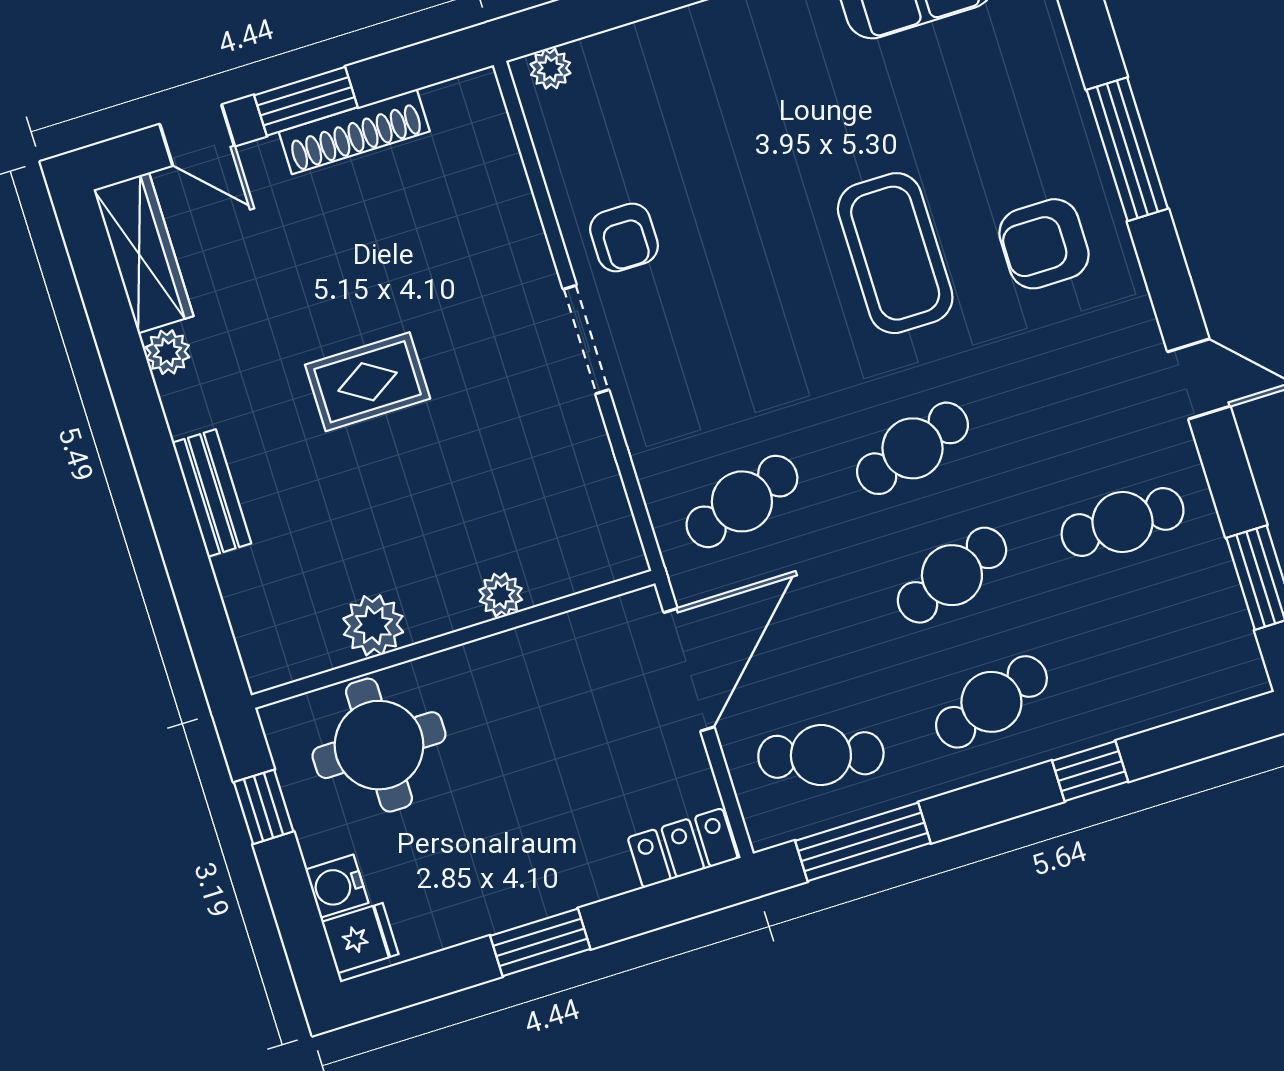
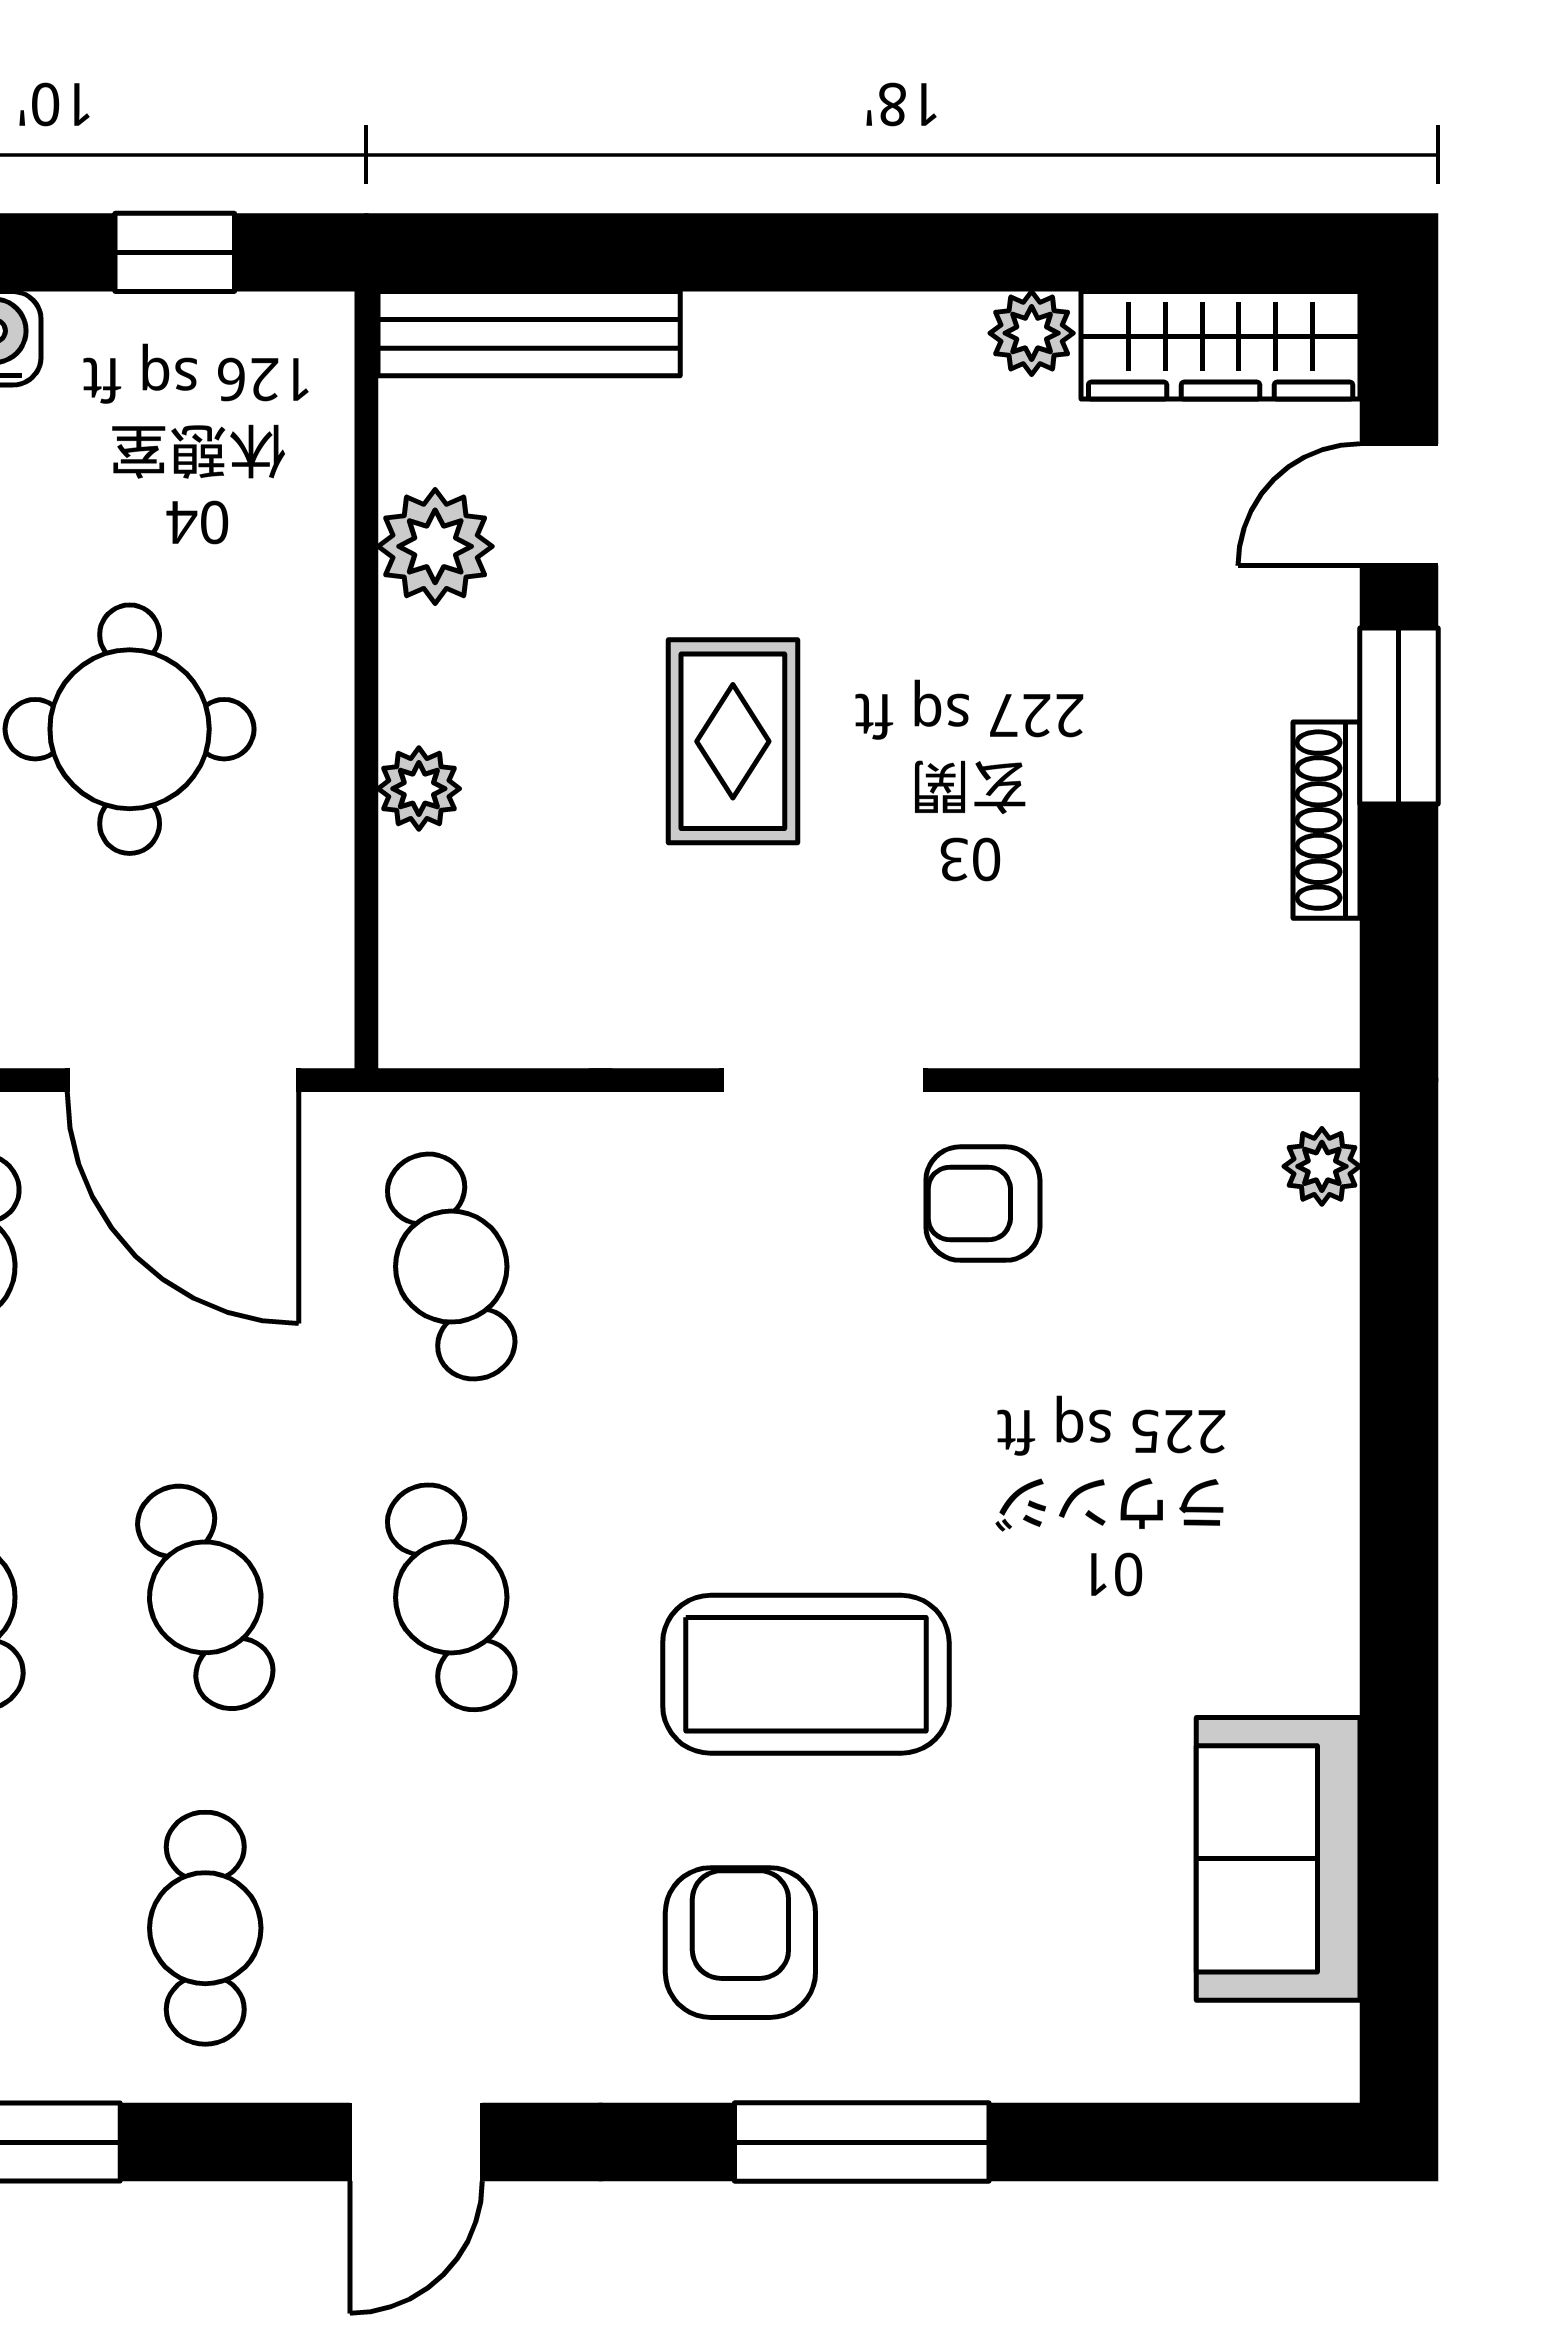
shoe rack: (354, 132) -> (1327, 820), width x0.74, depth x0.81
rug: (368, 382) -> (733, 741), moved
bench: (212, 493) -> (529, 334), moved, width x1.36
round table: (379, 745) -> (130, 729), moved

